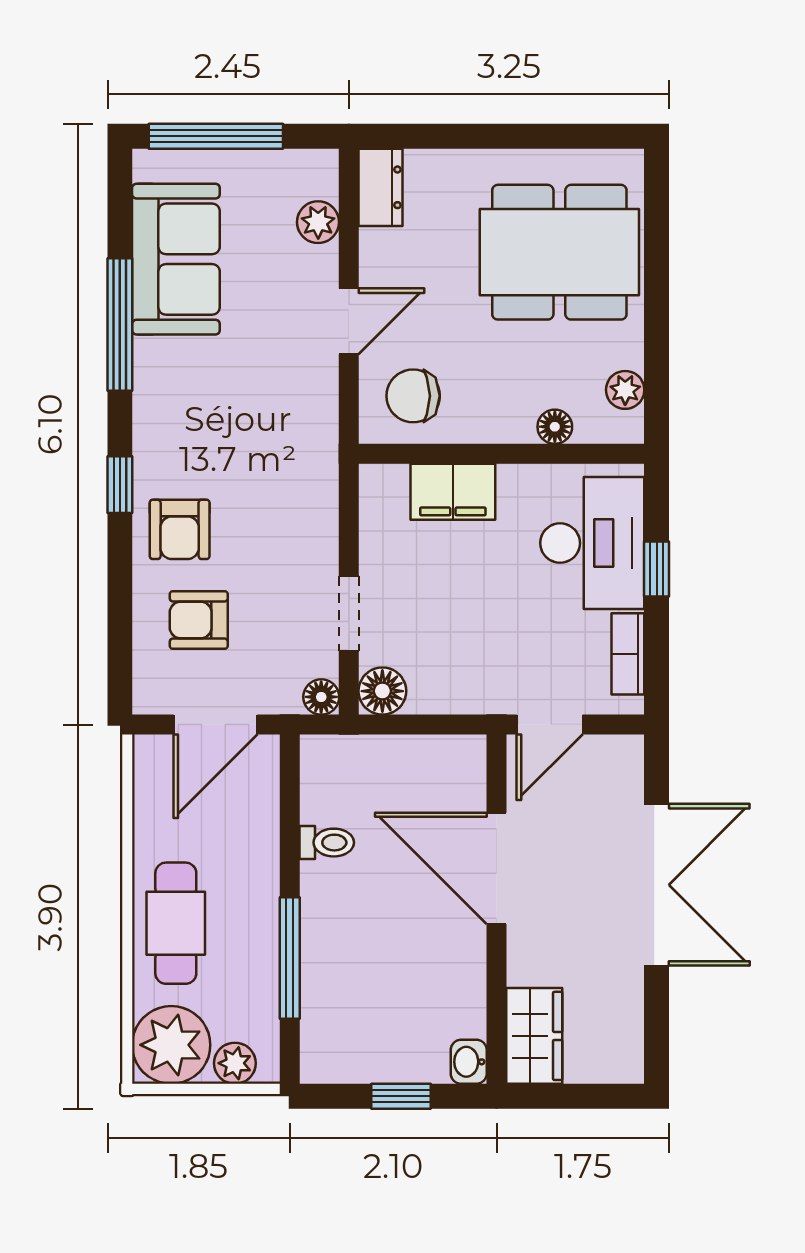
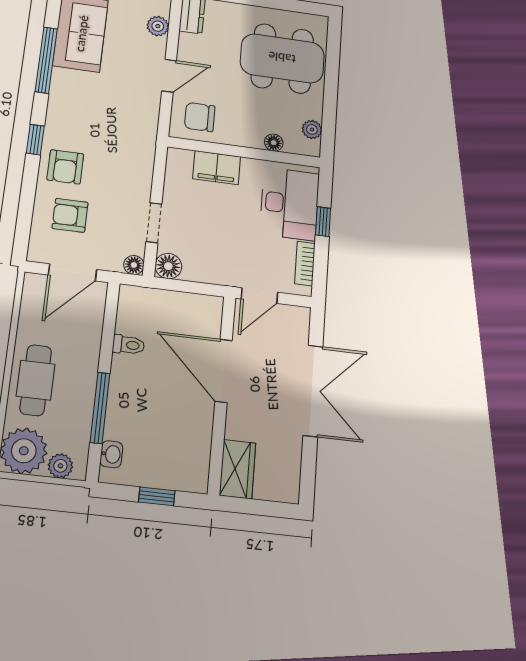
washbasin: (469, 1062) -> (111, 454), moved, turned 180

